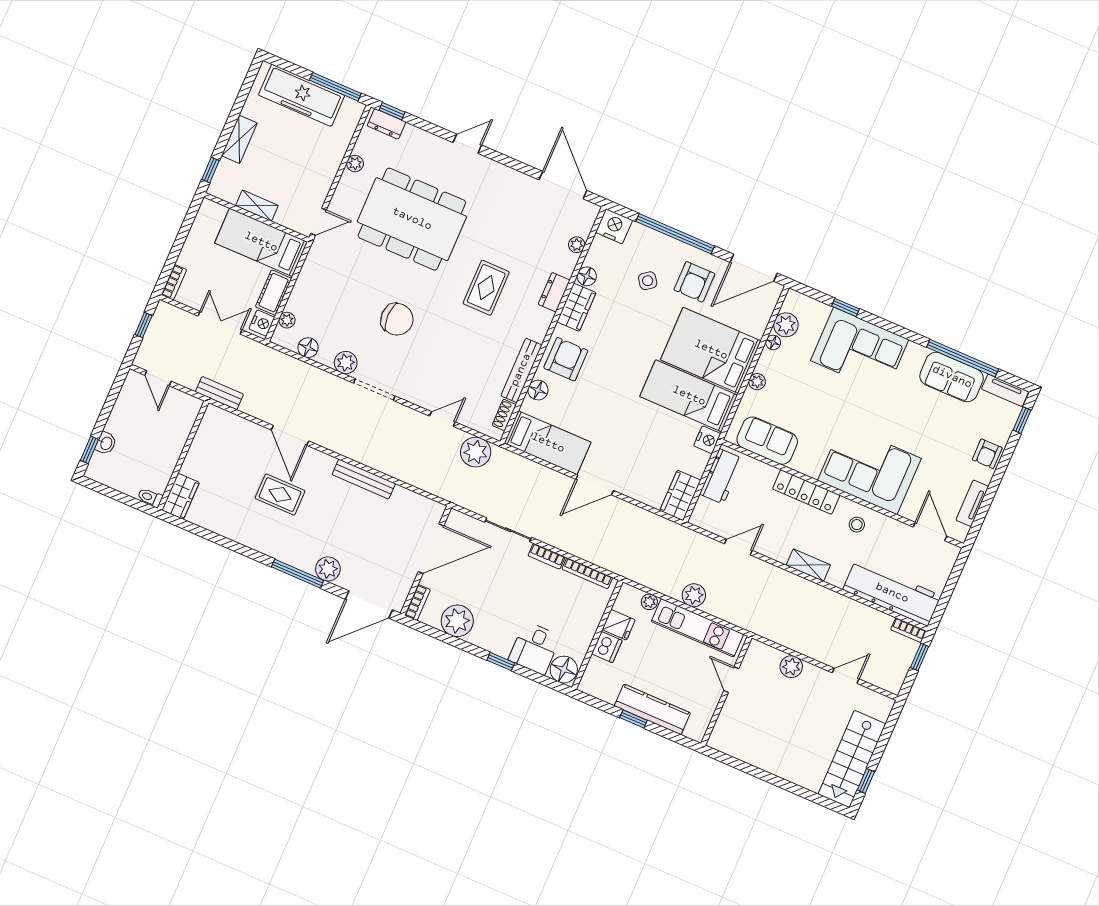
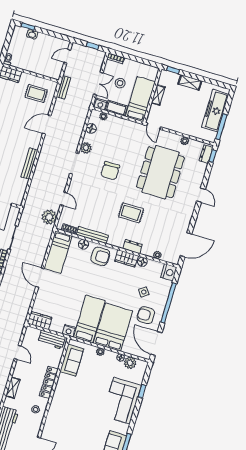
stool: (224, 279) -> (120, 83), added
corner sofa: (869, 469) -> (64, 412), removed
rug: (280, 495) -> (36, 94), moved, turned 90

